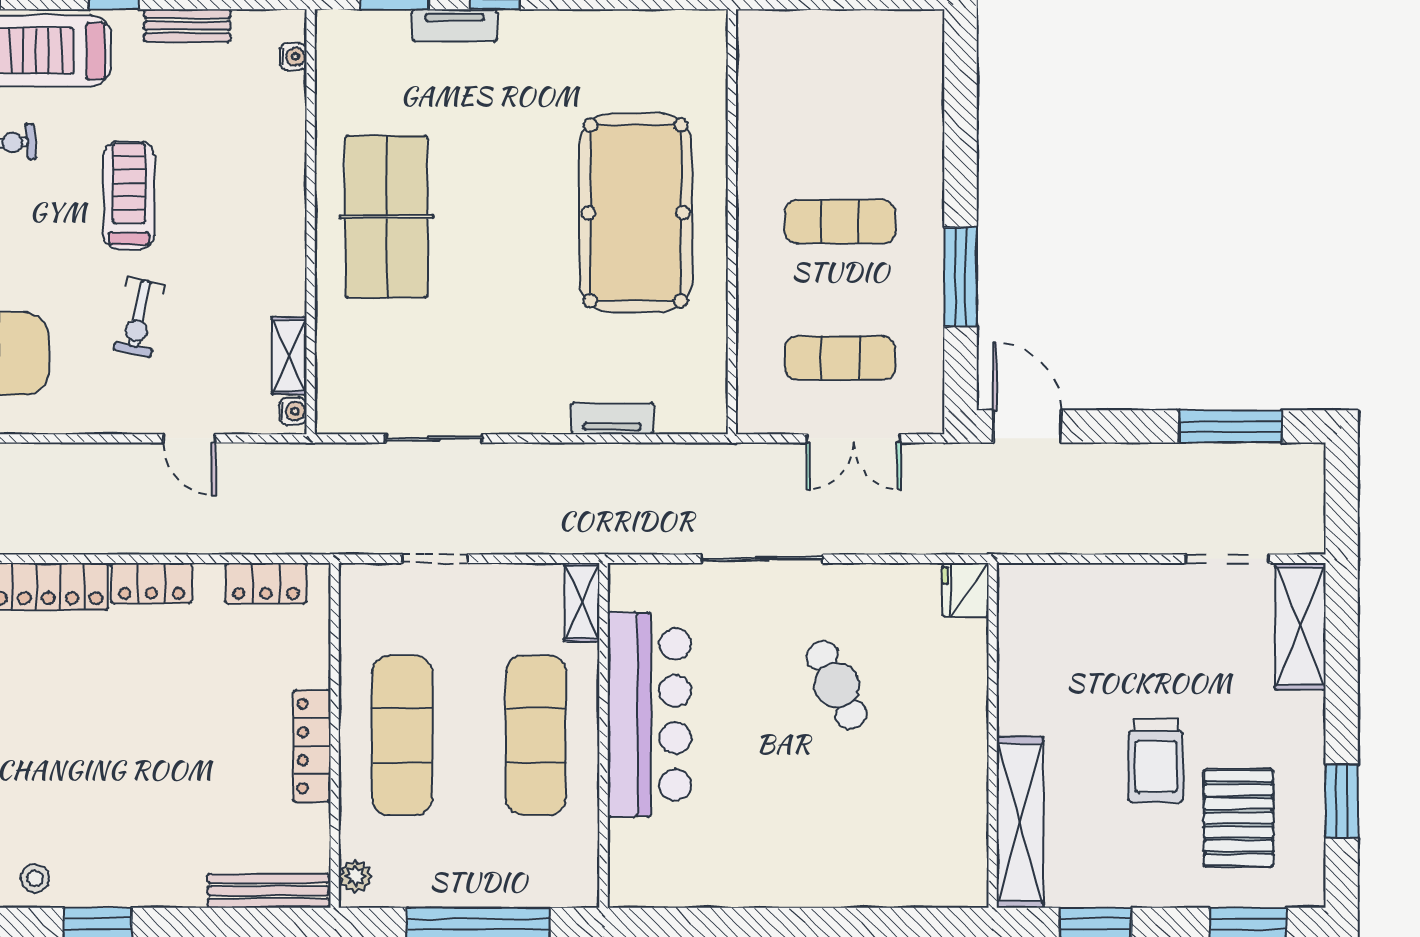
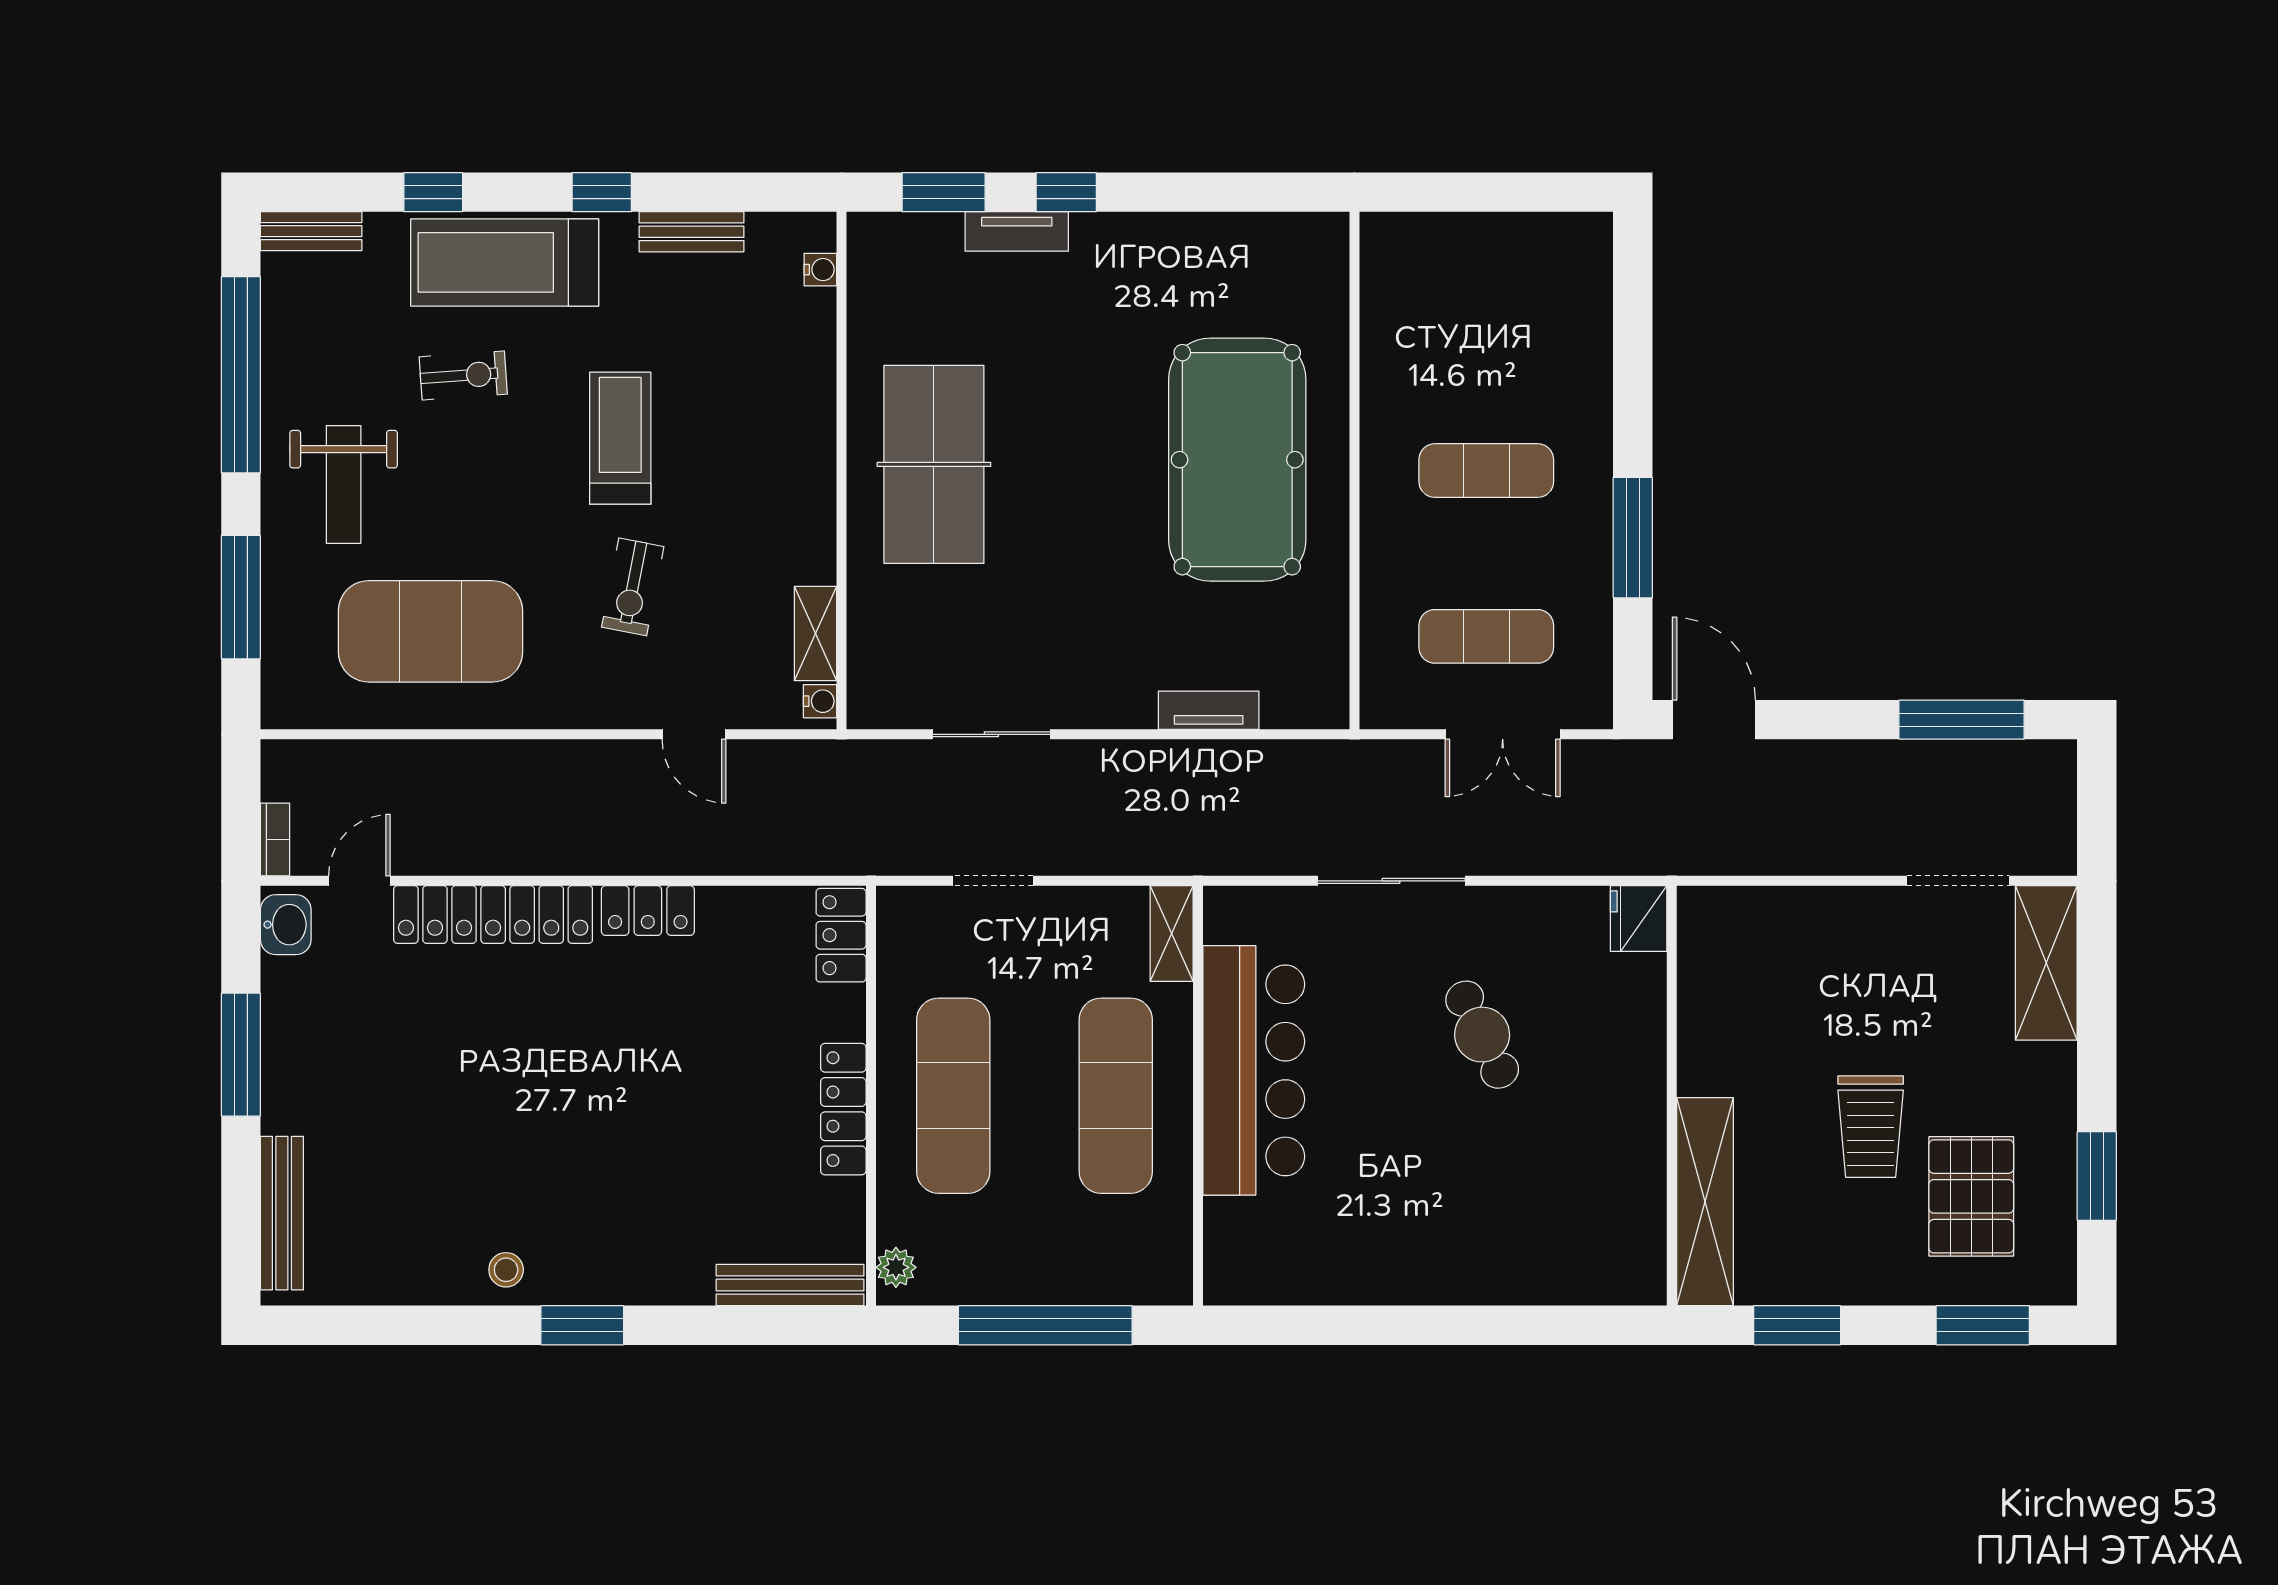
locker: (266, 583) -> (841, 935), moved, turned 90

